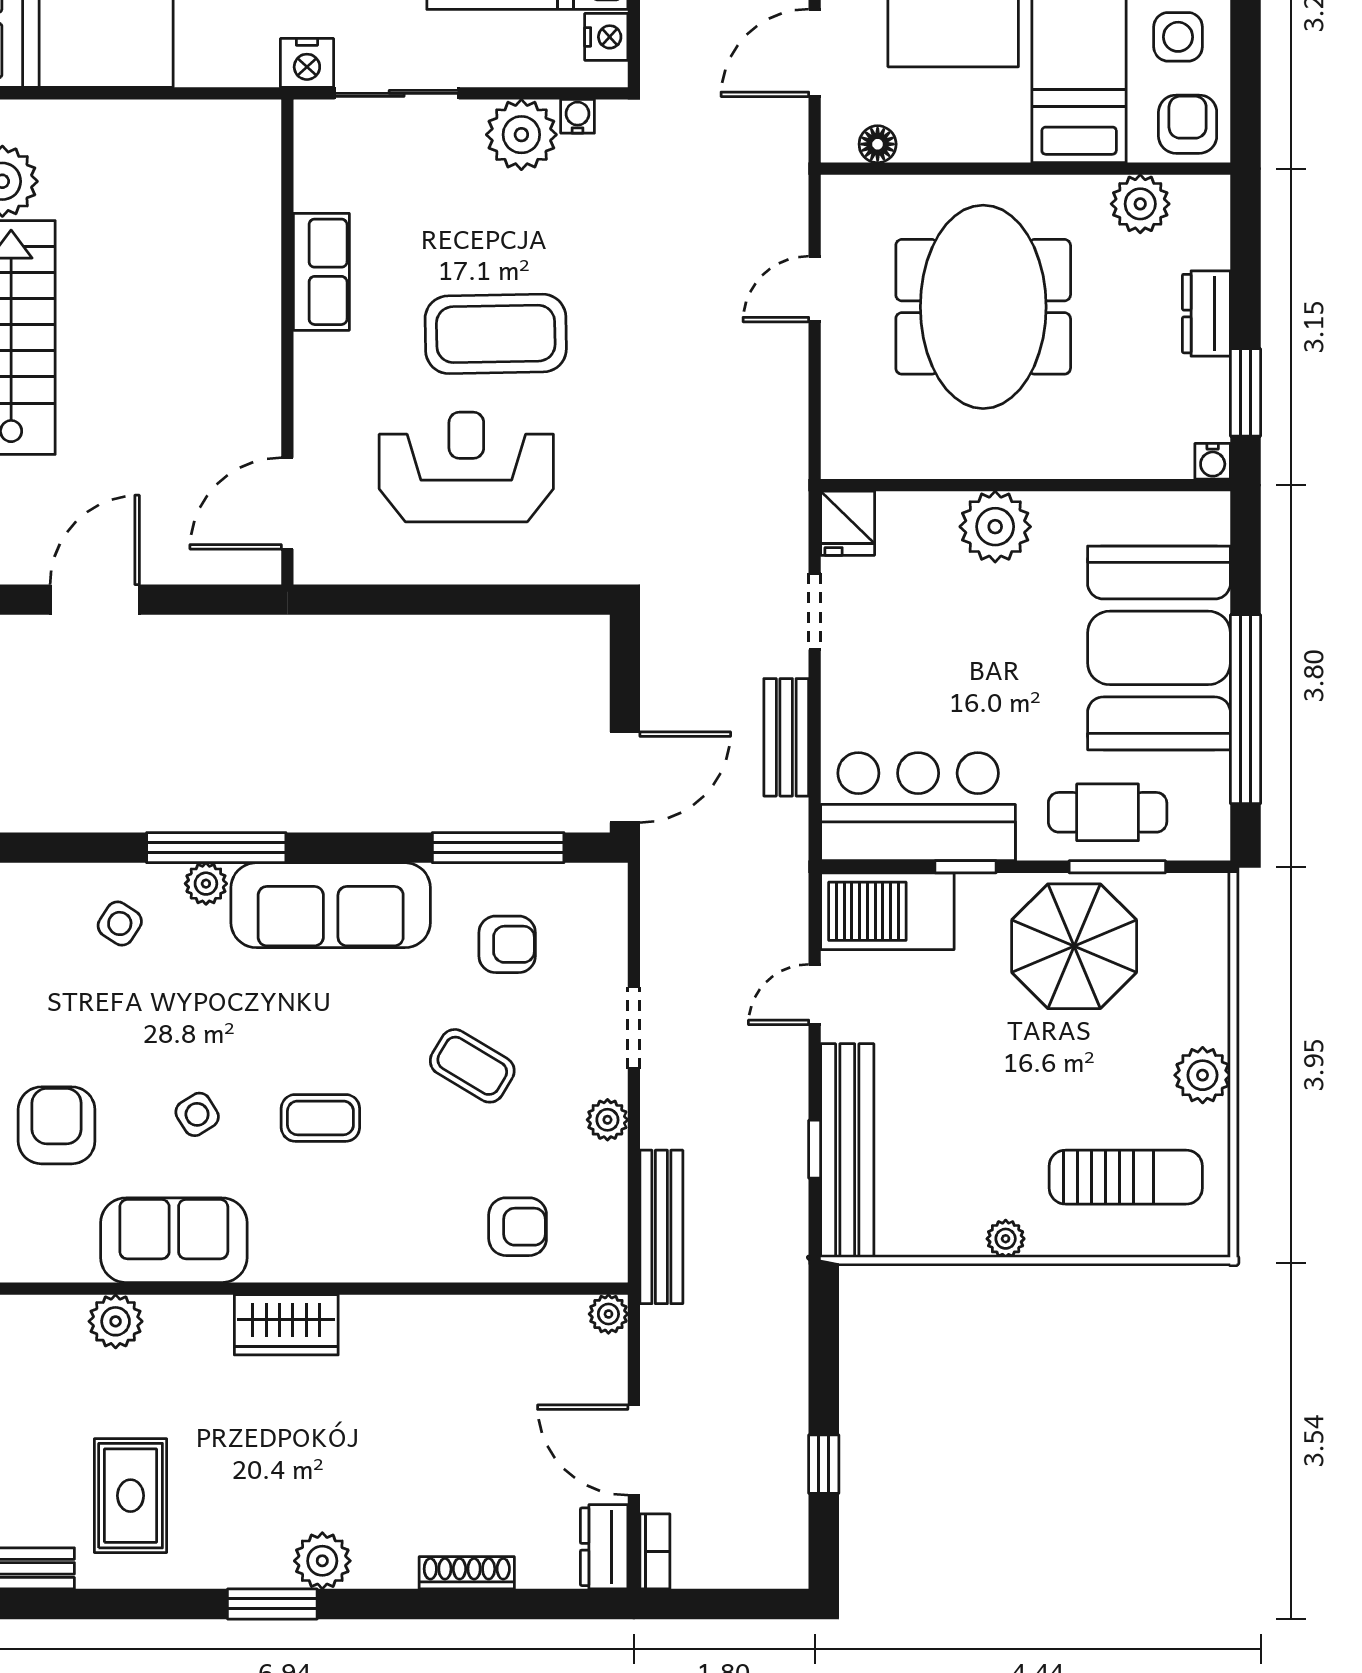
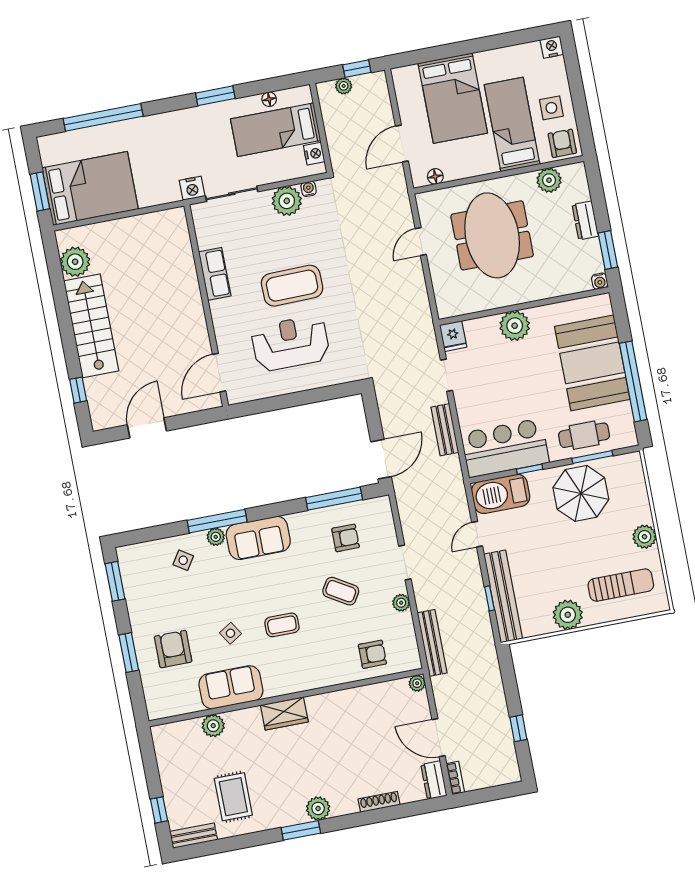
sofa: (331, 905) -> (258, 538), width x0.73
plant: (1006, 1239) -> (568, 615), width x1.88, depth x1.88

